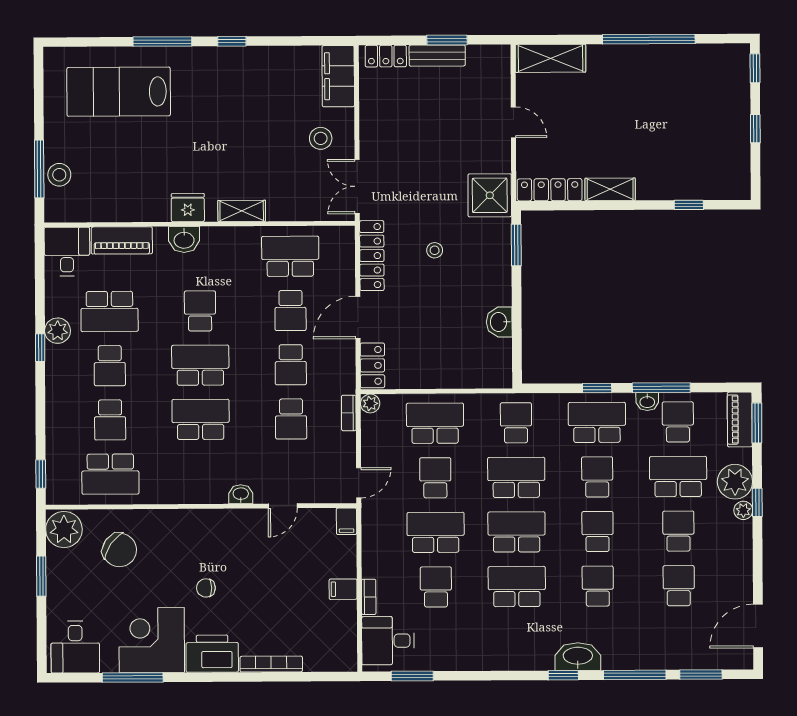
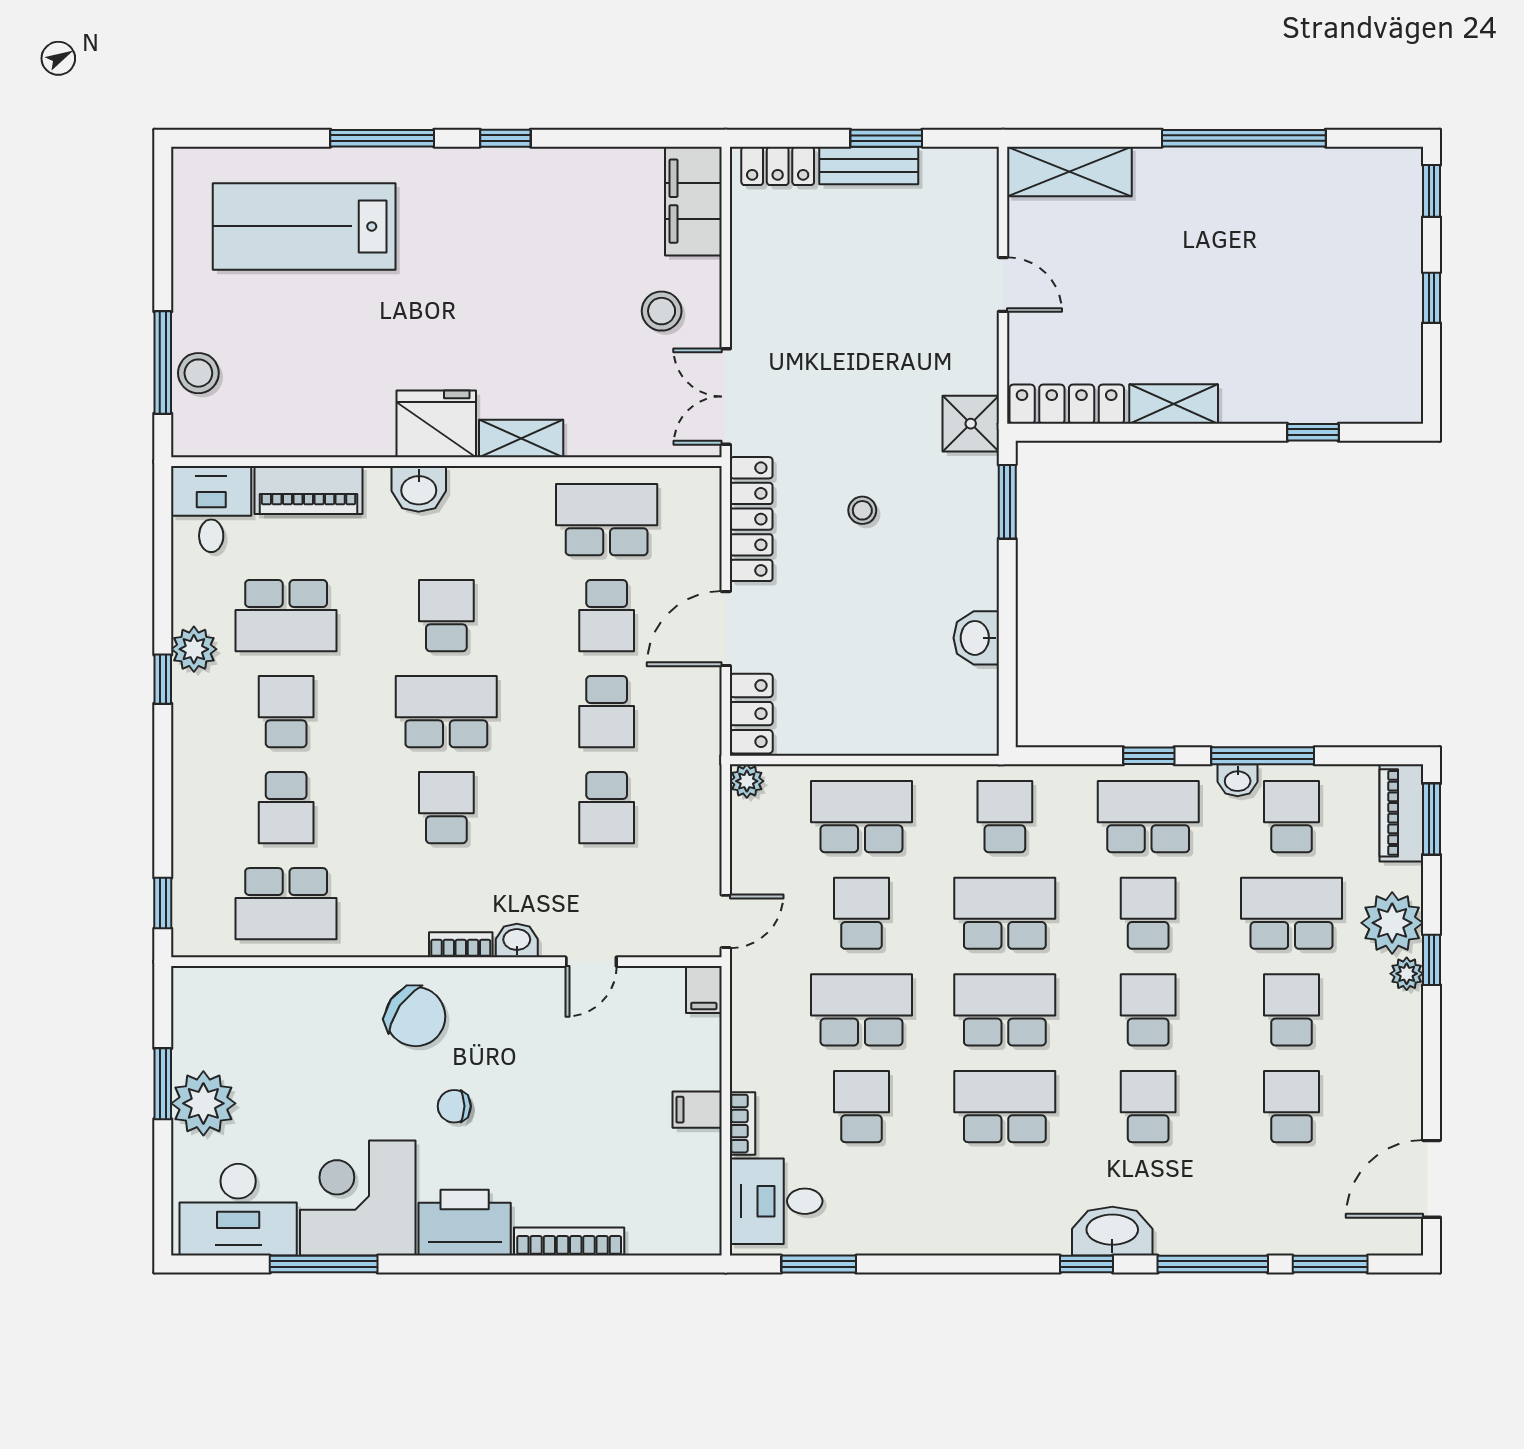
shower: (490, 195) -> (971, 424), width x0.73, depth x0.73
fridge: (188, 208) -> (436, 424), width x1.36, depth x1.34
school desk: (110, 366) -> (286, 712), turned 180
bookcase: (349, 413) -> (461, 945), moved, turned 90
school desk: (201, 419) -> (446, 808), width x0.54
plant: (64, 530) -> (203, 1103), moved
chair: (120, 550) -> (415, 1017), moved
desk: (75, 647) -> (238, 1210), width x1.37

